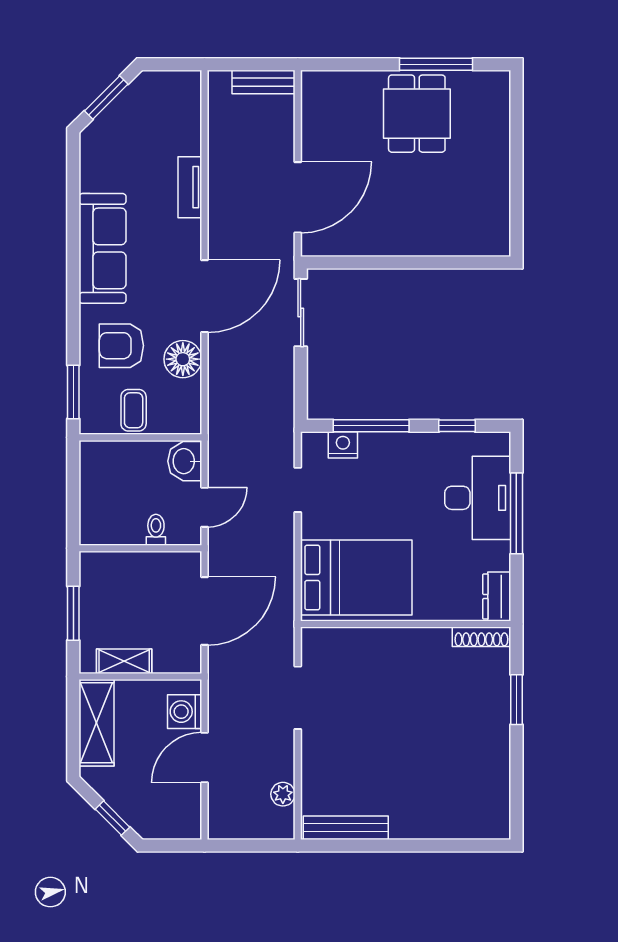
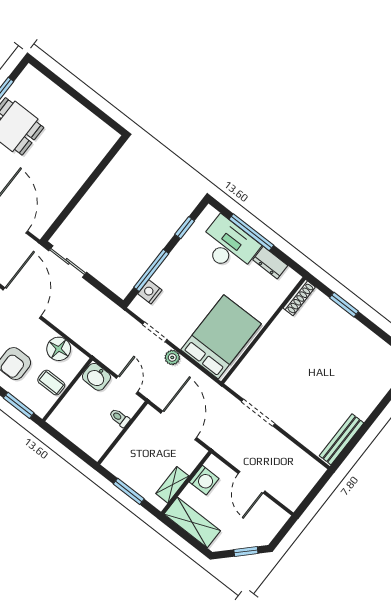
floor lamp: (183, 359) -> (59, 349), moved
dresser: (497, 597) -> (270, 263), moved
washing machine: (185, 712) -> (204, 480), moved, turned -90
plant: (283, 794) -> (172, 357), moved

